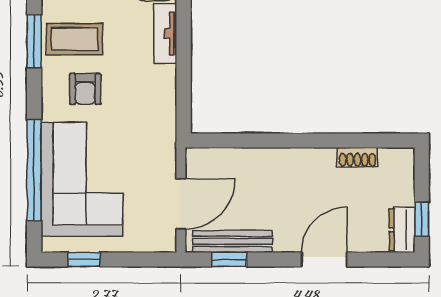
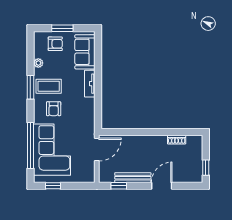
door: (181, 204) -> (97, 150), moved
dresser: (402, 230) -> (197, 172), removed
bench: (233, 241) -> (133, 178), moved

